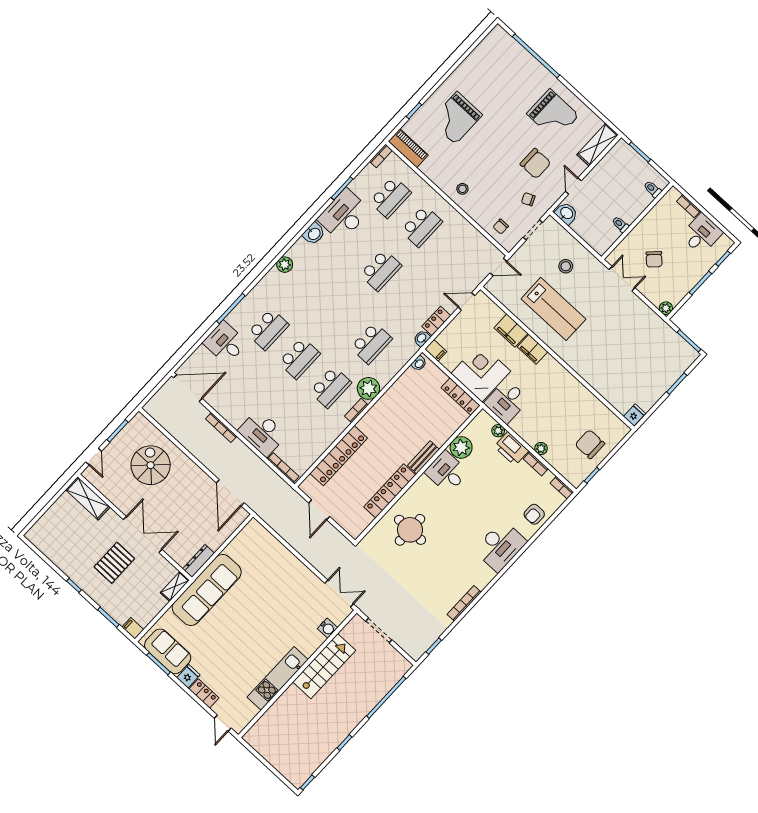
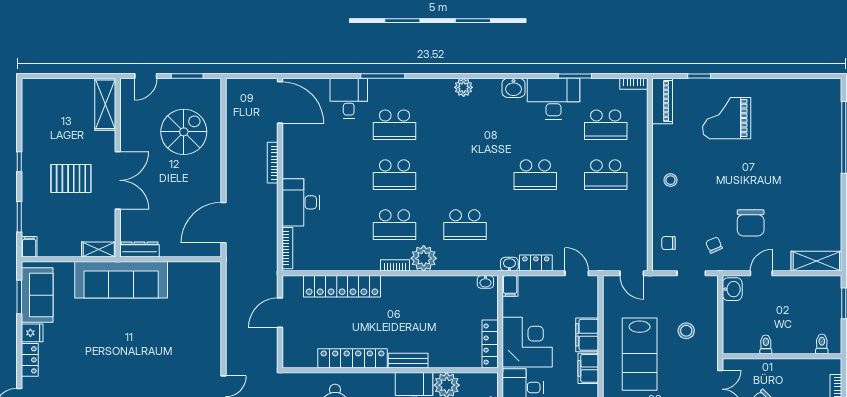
grand piano: (553, 115) -> (806, 199), removed

